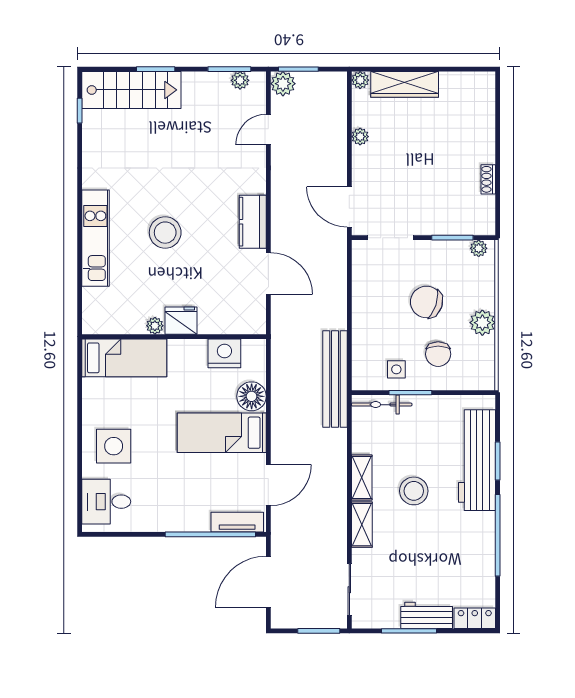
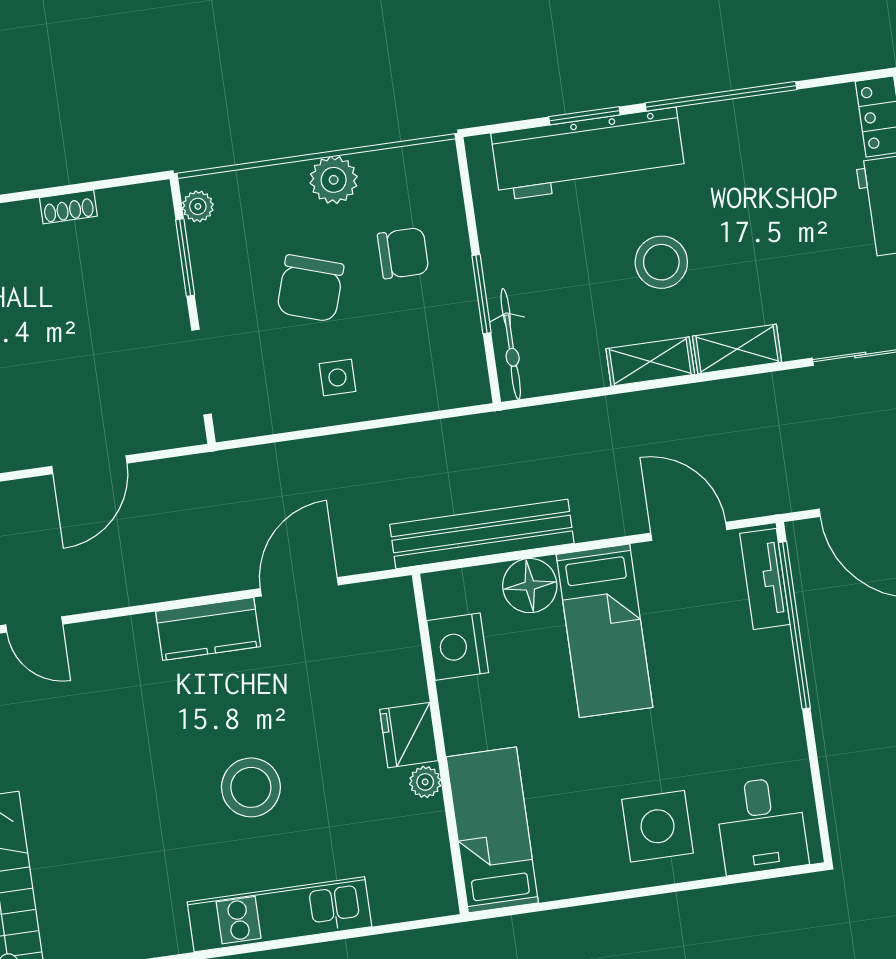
plant: (360, 137) -> (23, 454), removed
door: (349, 207) -> (89, 465), moved
side table: (396, 369) -> (337, 377), moved
bench: (335, 379) -> (482, 534), moved

